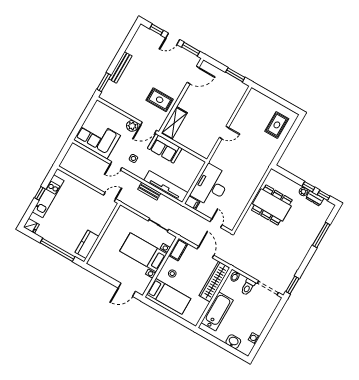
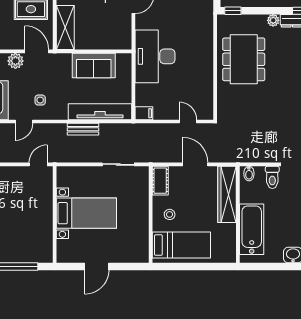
door: (149, 128) -> (37, 51), swing flipped
sofa: (165, 148) -> (94, 65), moved
desk: (211, 186) -> (155, 56), moved
window: (308, 187) -> (233, 11), moved
dining table: (272, 205) -> (244, 59), turned 90
kitchen counter: (87, 244) -> (44, 239), removed
bed with nightstands: (143, 252) -> (86, 213), moved, turned 180
door: (127, 290) -> (97, 267), moved

